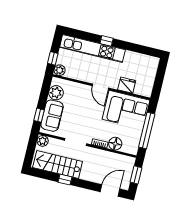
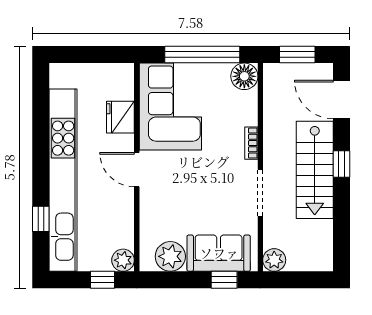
window: (107, 41) -> (41, 219), moved
kitchen unit: (92, 48) -> (63, 180), width x1.36
door: (100, 87) -> (137, 170), swing flipped
floor lamp: (115, 144) -> (244, 76), moved
stairs: (58, 165) -> (315, 170), moved
window: (65, 180) -> (342, 164), moved

